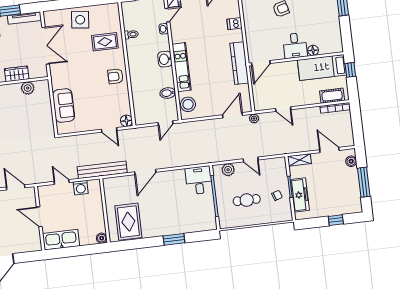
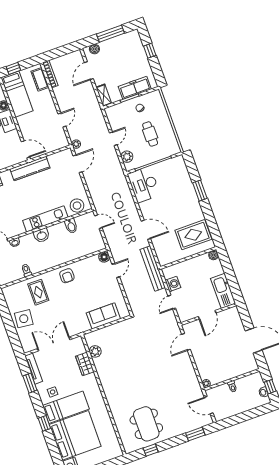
door: (233, 115) -> (78, 164), swing flipped
desk: (199, 180) -> (144, 184), width x1.37

